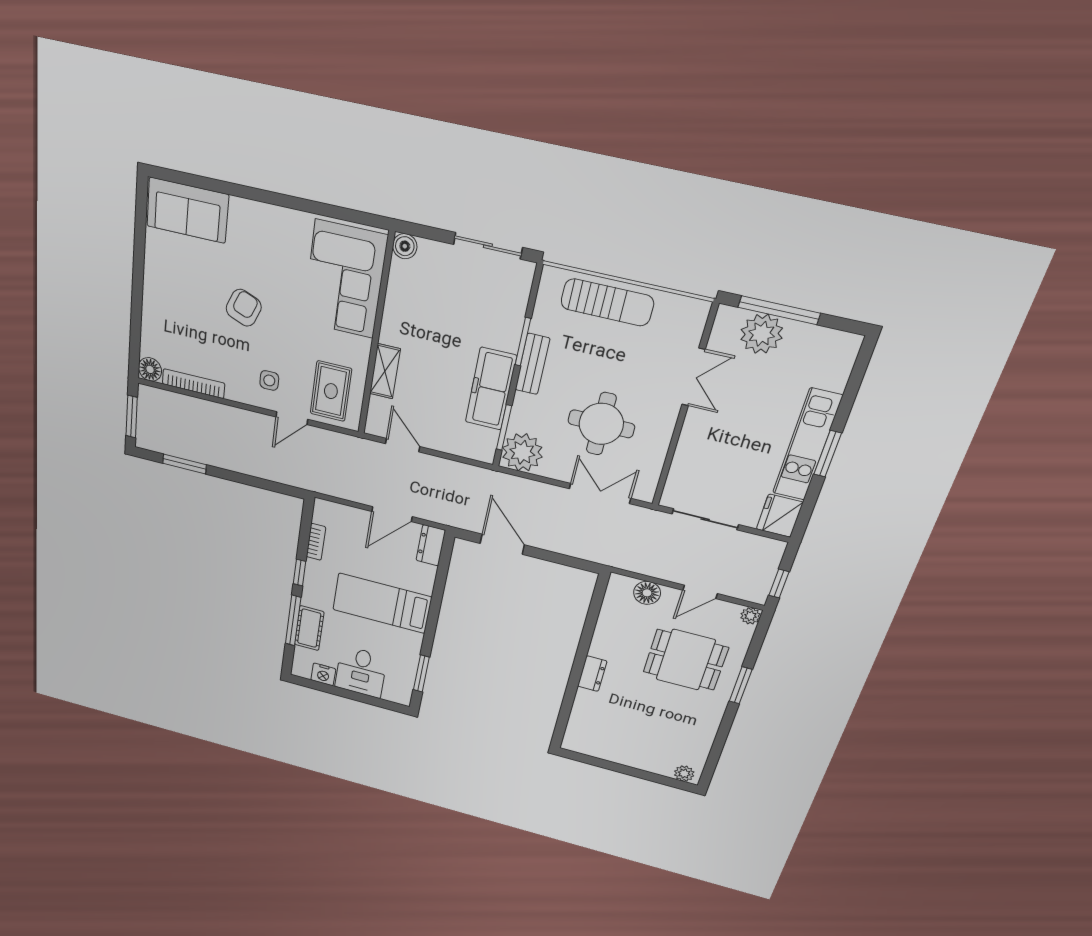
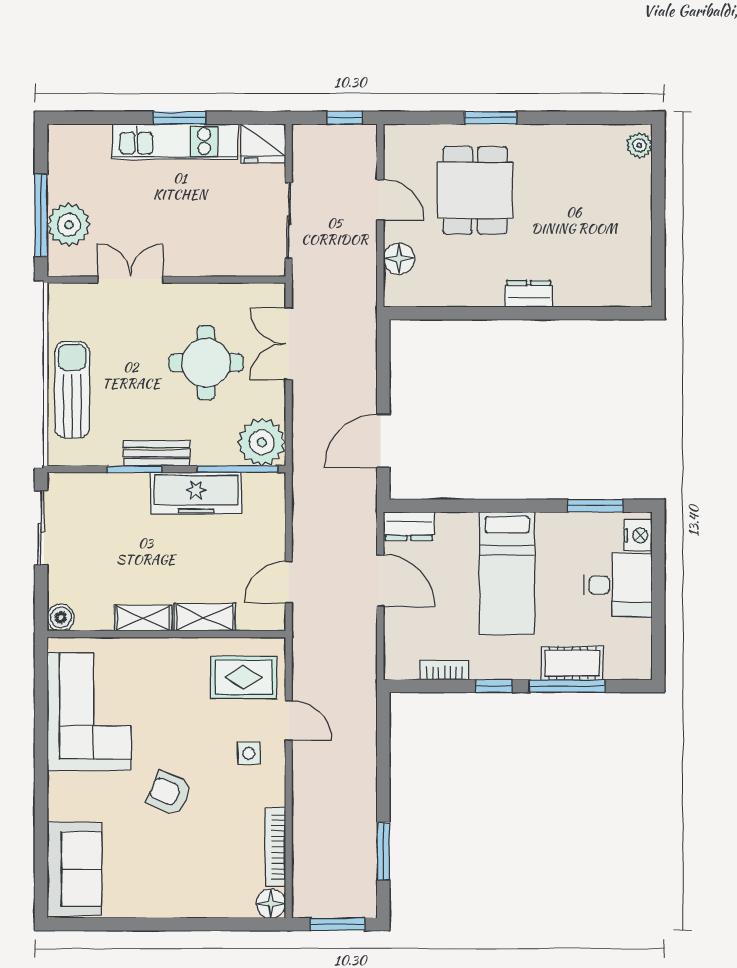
corner sofa: (345, 279) -> (89, 712), moved, turned -90
shelving: (392, 319) -> (143, 618), added
window: (504, 428) -> (237, 469), width x1.44
plant: (751, 616) -> (395, 135), removed
nightstand: (323, 674) -> (638, 535), moved

